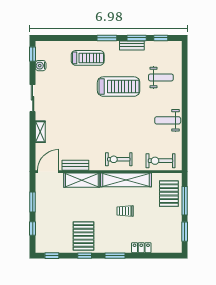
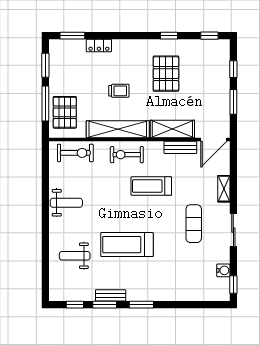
treadmill: (88, 58) -> (151, 186), moved
exercise mat: (65, 103) -> (194, 224), added
exercise bike: (119, 159) -> (127, 155), turned 180
pallet: (83, 236) -> (166, 74), moved
window: (115, 256) -> (72, 36), moved

